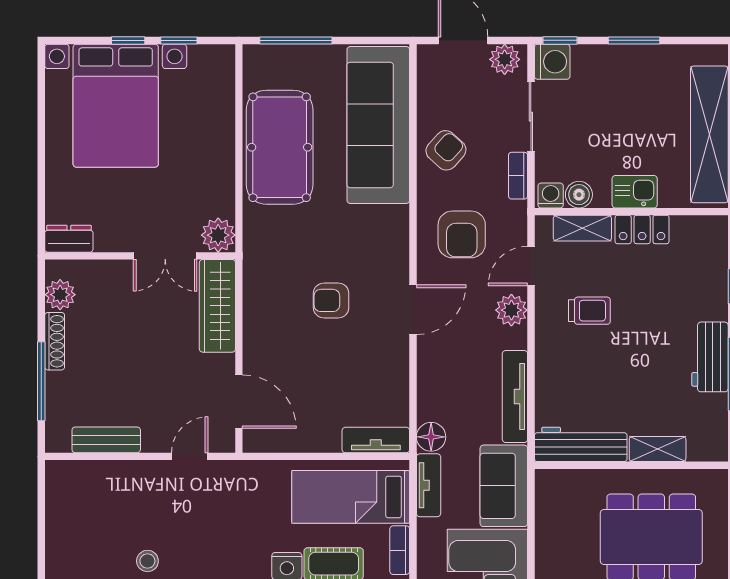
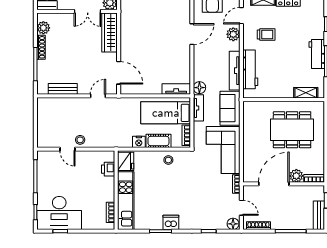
armchair: (331, 300) -> (157, 30), removed
workbench: (581, 444) -> (250, 69), moved, turned 90
shelving: (658, 449) -> (306, 93), moved

